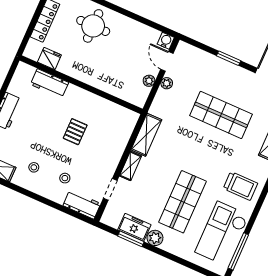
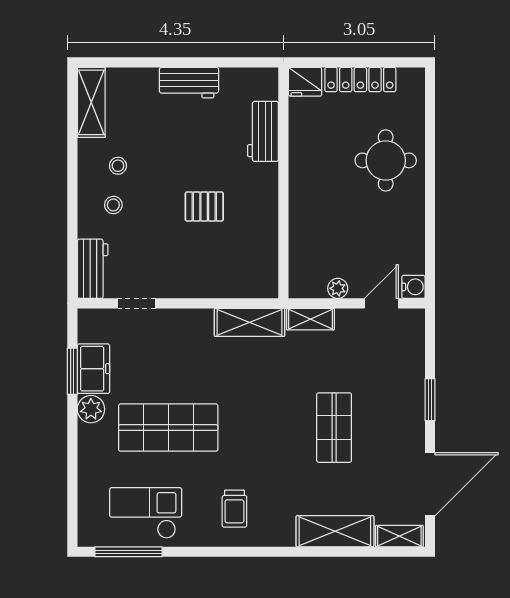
fridge: (49, 59) -> (305, 82), moved, turned 90
plant: (167, 83) -> (346, 318), removed
shop shelf: (221, 115) -> (334, 428), width x0.70, depth x0.74
shelving: (130, 166) -> (310, 319), moved
stool: (65, 178) -> (113, 205), moved
trolley: (240, 186) -> (234, 509), width x0.73, depth x0.72
checkout: (222, 233) -> (146, 513), width x0.73, depth x0.83

